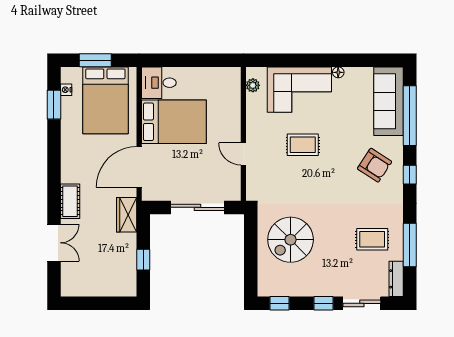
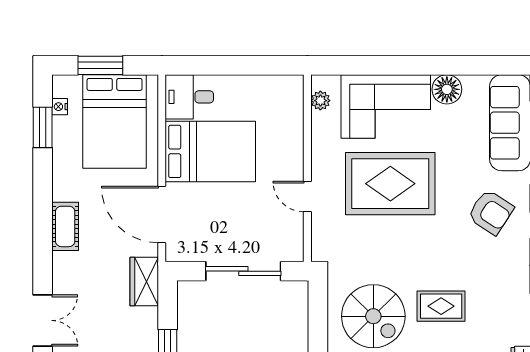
floor lamp: (338, 72) -> (447, 89), width x1.89, depth x1.89
rug: (303, 145) -> (390, 184), width x1.86, depth x2.06
door: (139, 167) -> (162, 214), hinge flipped
cot: (70, 201) -> (65, 226), moved
rug: (372, 239) -> (441, 306), moved
spiral stairs: (291, 240) -> (373, 316), turned -90

